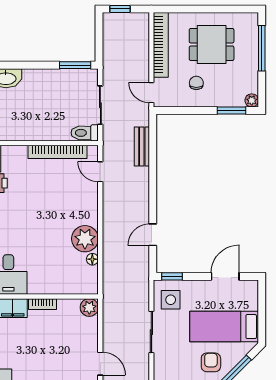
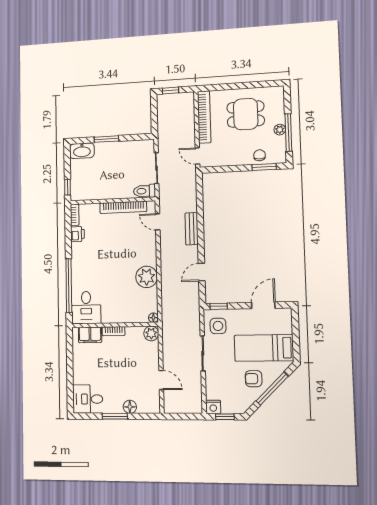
window: (262, 48) -> (288, 133), moved
window: (75, 65) -> (106, 139), moved
chair: (196, 83) -> (260, 155), moved
plant: (252, 100) -> (280, 130), moved
bench: (142, 147) -> (192, 229), moved
floor lamp: (92, 259) -> (153, 318), moved
armchair: (211, 362) -> (254, 379), turned -90

